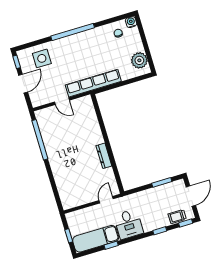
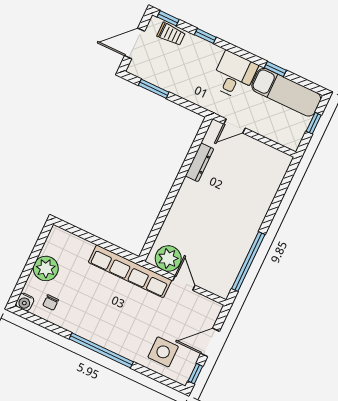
plant: (139, 60) -> (46, 268), moved
plant: (80, 106) -> (168, 258), added
dresser: (104, 156) -> (200, 162), moved

